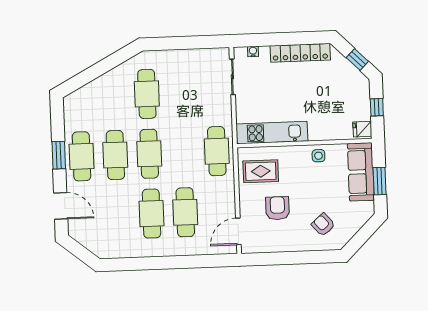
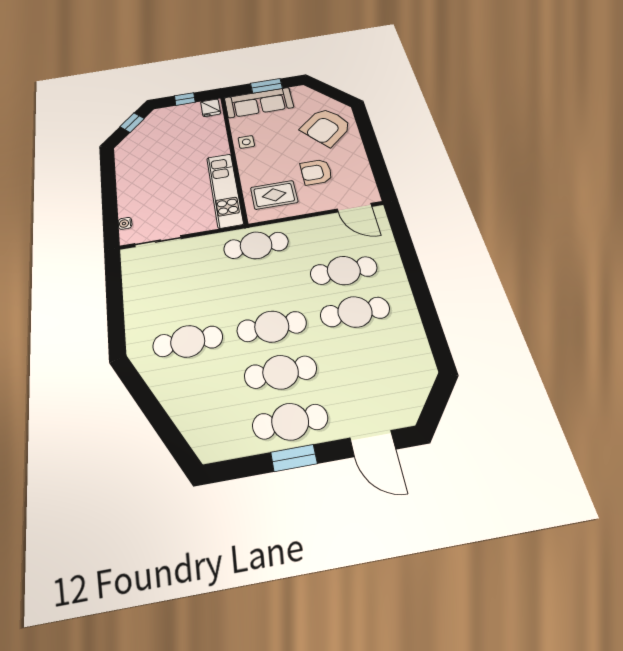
locker: (300, 53) -> (126, 176), removed
rug: (261, 171) -> (274, 195), turned 90
door: (61, 206) -> (373, 444), swing flipped
armchair: (323, 225) -> (326, 127), width x1.88, depth x1.88

